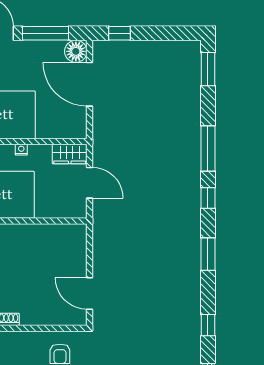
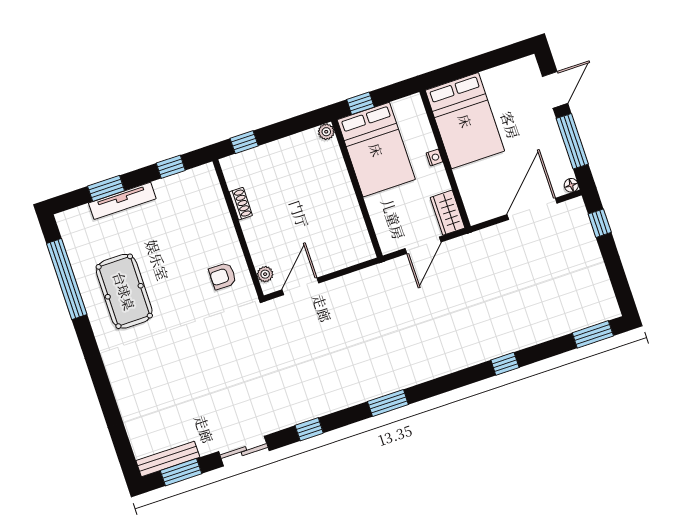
floor lamp: (76, 51) -> (571, 185), width x0.53, depth x0.53
window: (208, 148) -> (505, 364), width x0.46
window: (208, 198) -> (450, 382), removed
plant: (70, 319) -> (265, 274), added

